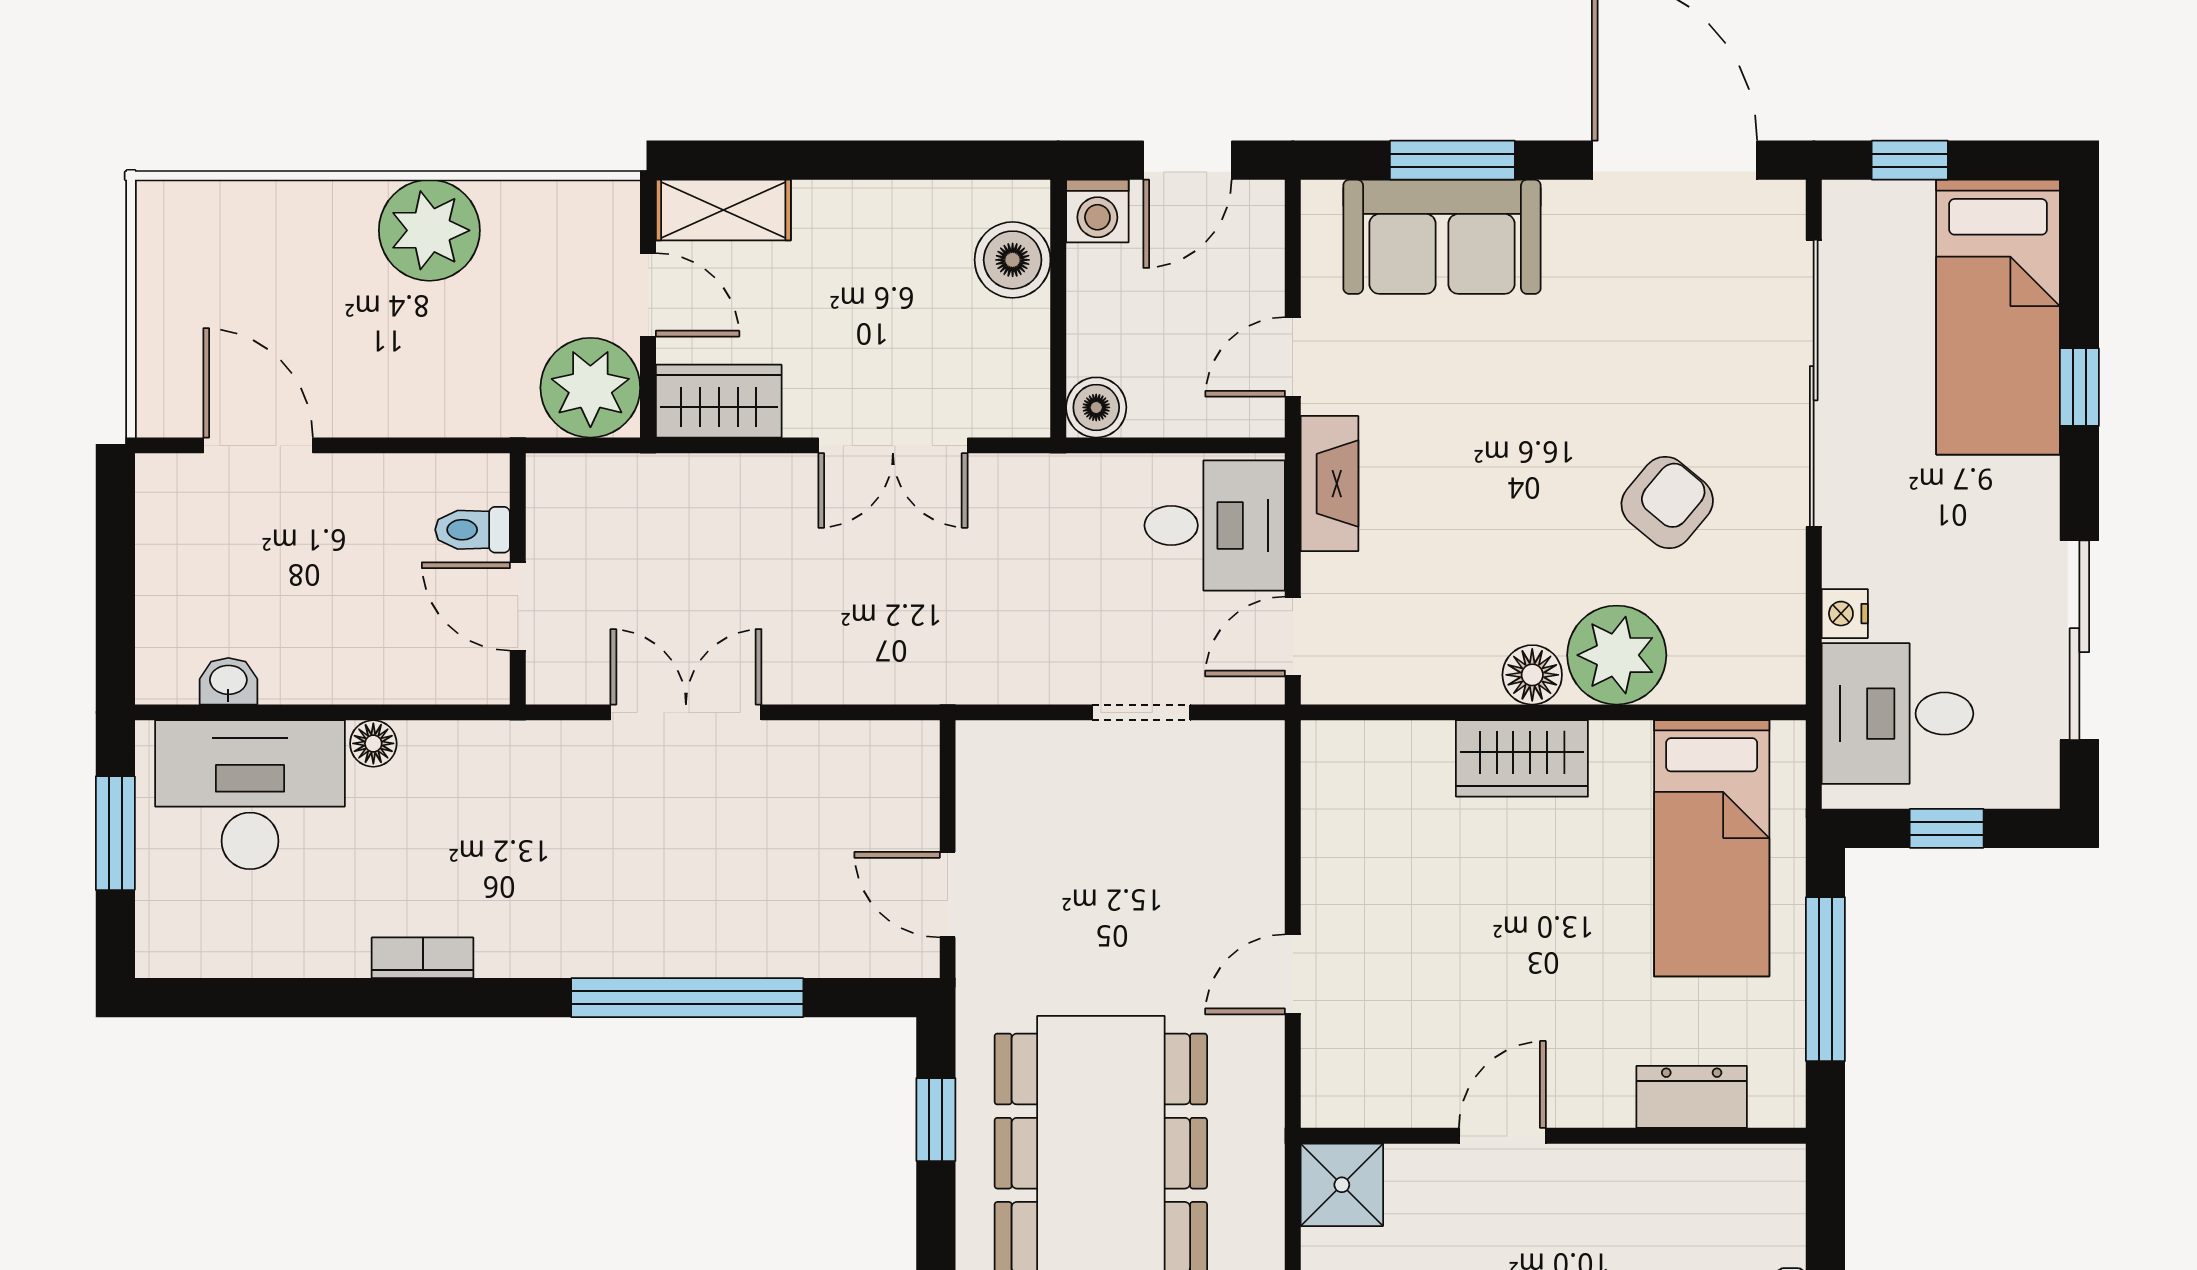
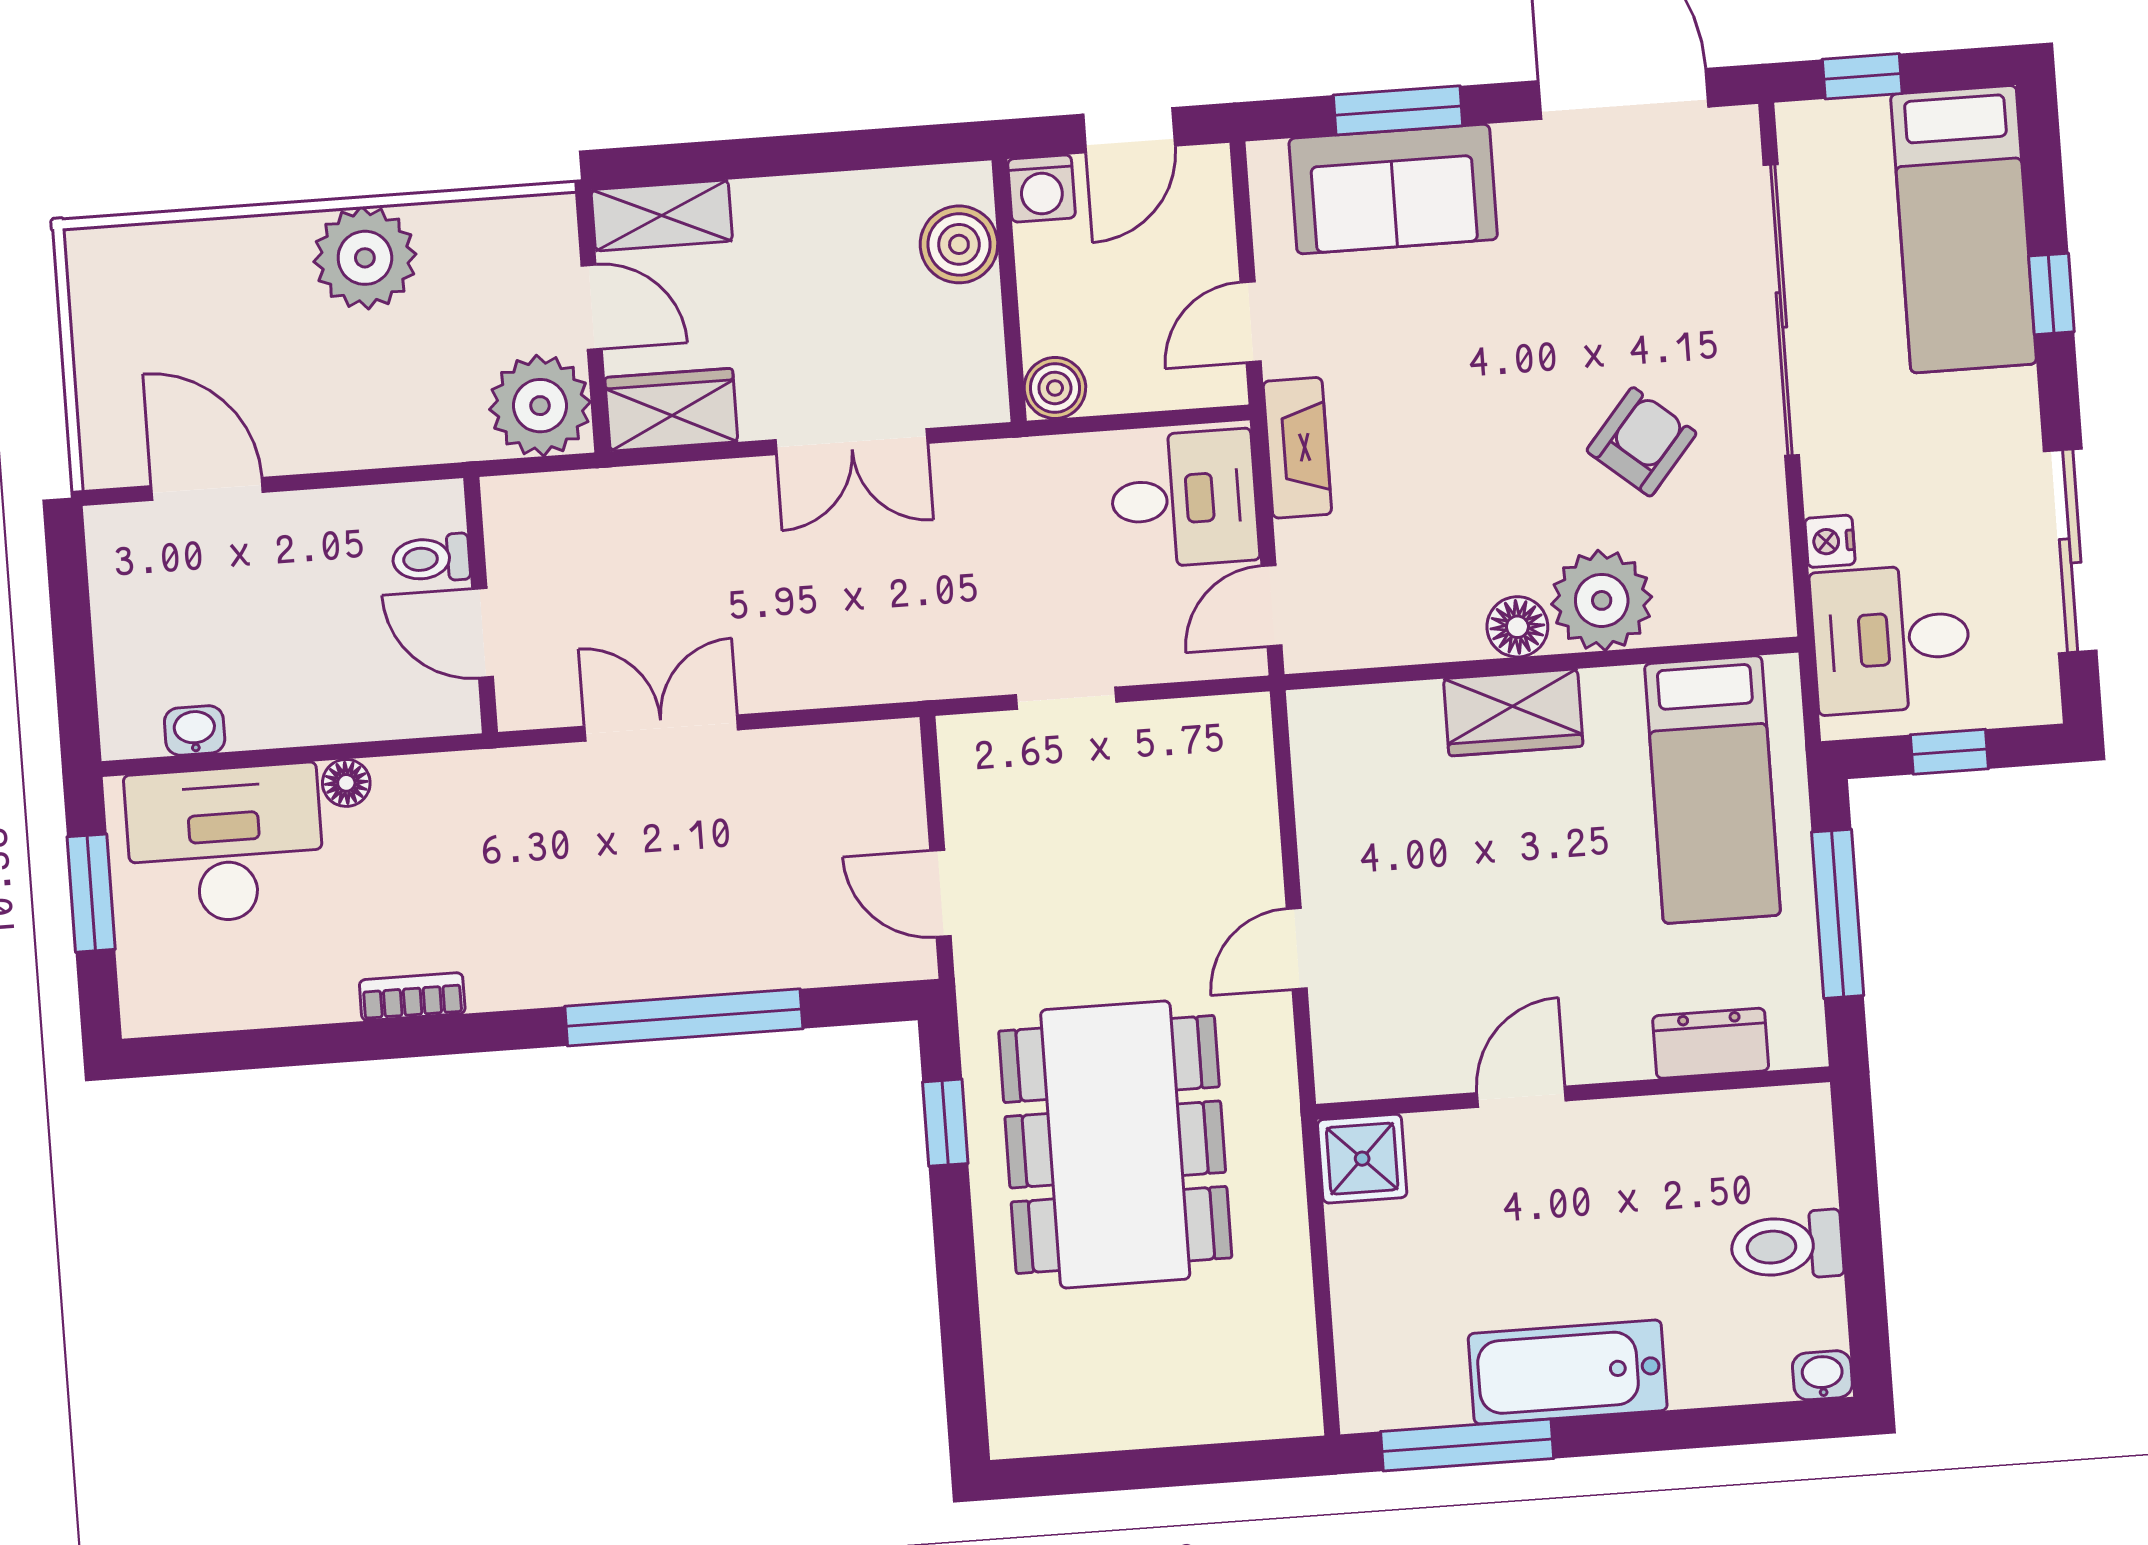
doorway: (1141, 712) -> (1066, 698), moved

